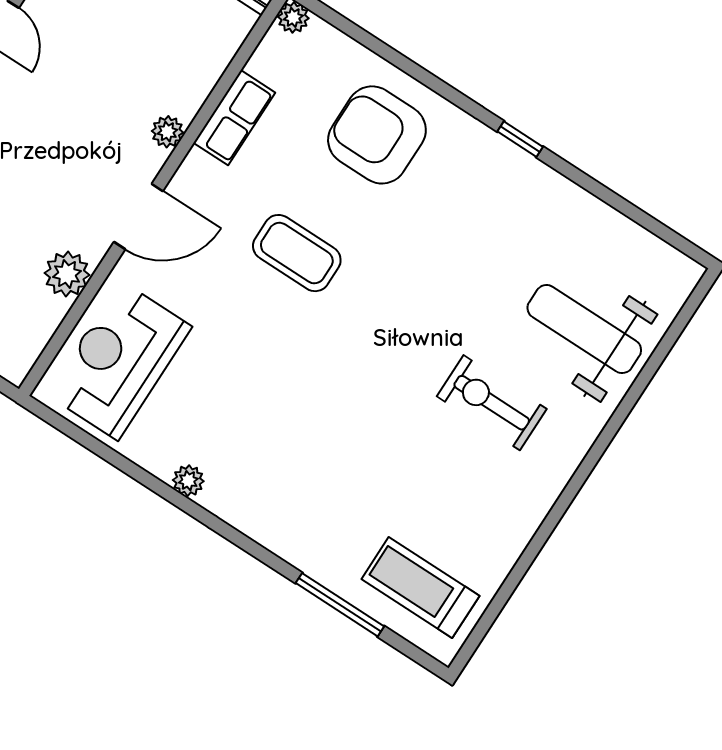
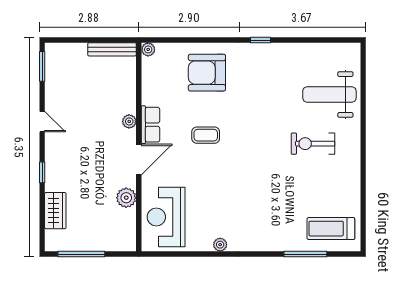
row of seats: (234, 118) -> (150, 125), moved
coffee table: (297, 253) -> (206, 135), width x0.73, depth x0.77

